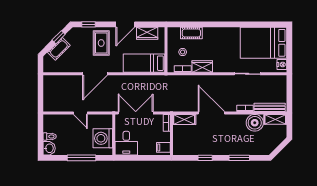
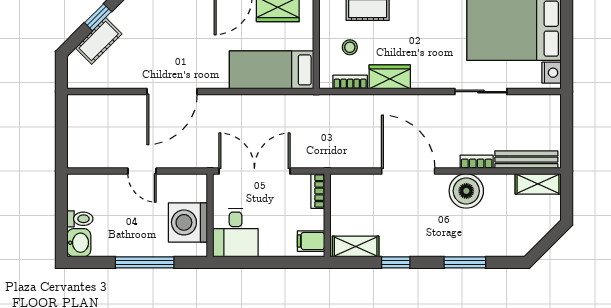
rug: (101, 43) -> (185, 29), removed
shelving: (184, 119) -> (356, 246), moved
boiler: (255, 123) -> (466, 191), moved

